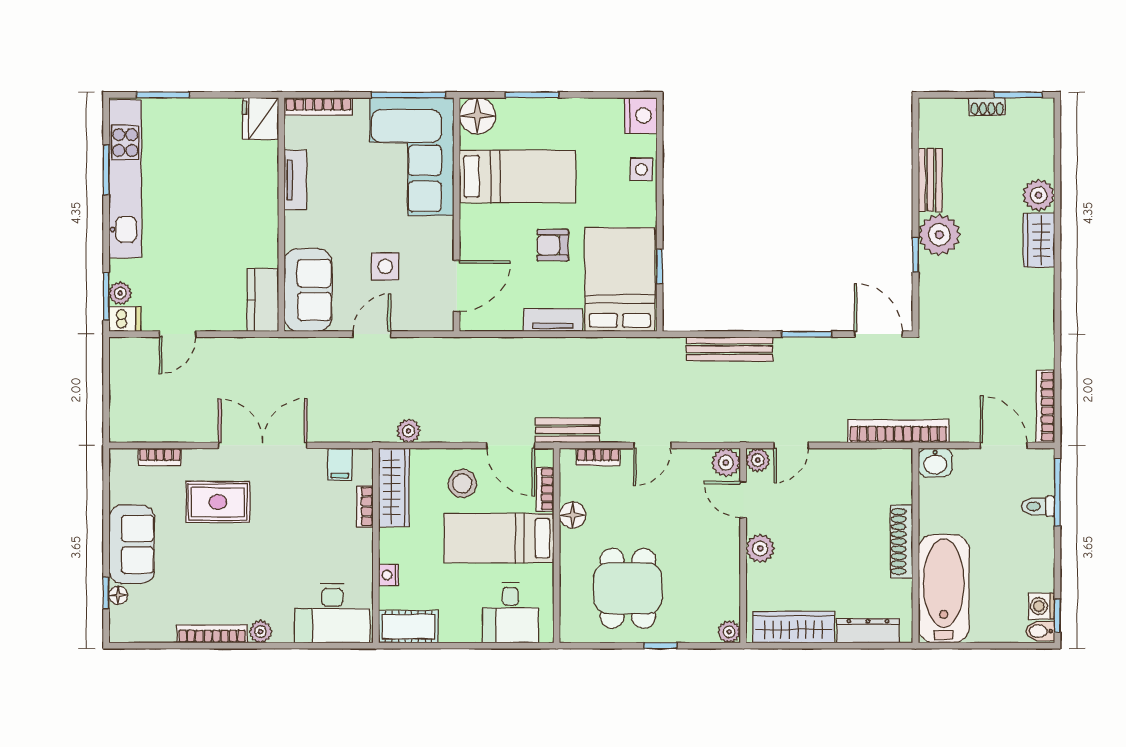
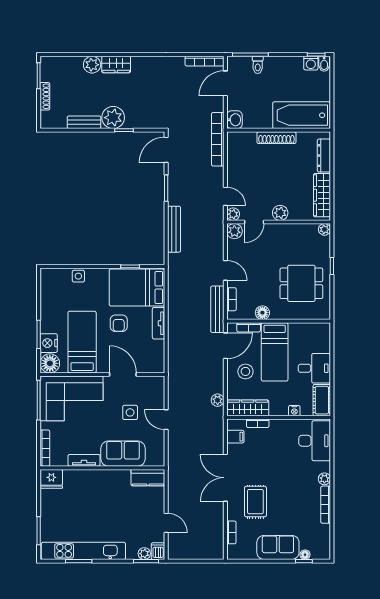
shoe rack: (987, 107) -> (45, 96), width x1.43
nightstand: (641, 116) -> (49, 343), moved, turned -90
door: (457, 286) -> (123, 375), moved
sofa: (308, 290) -> (123, 454), moved
bench: (567, 430) -> (217, 309), width x1.36
desk: (510, 613) -> (314, 368), moved

